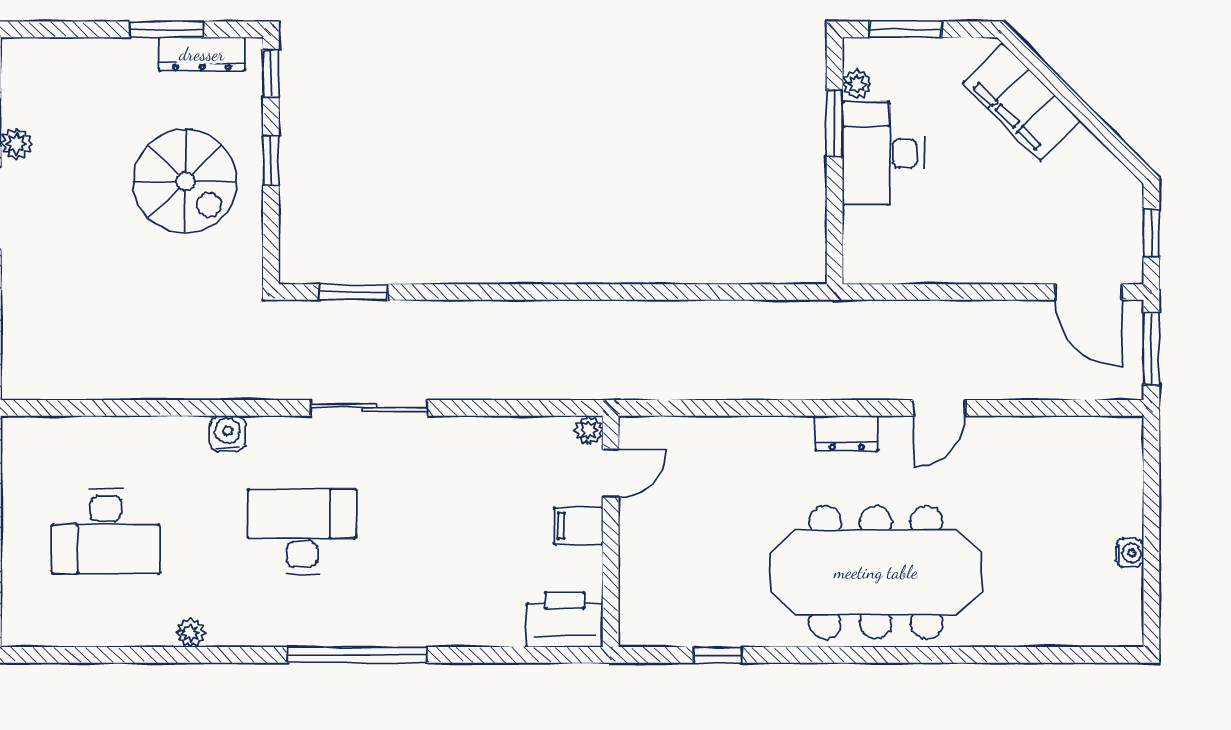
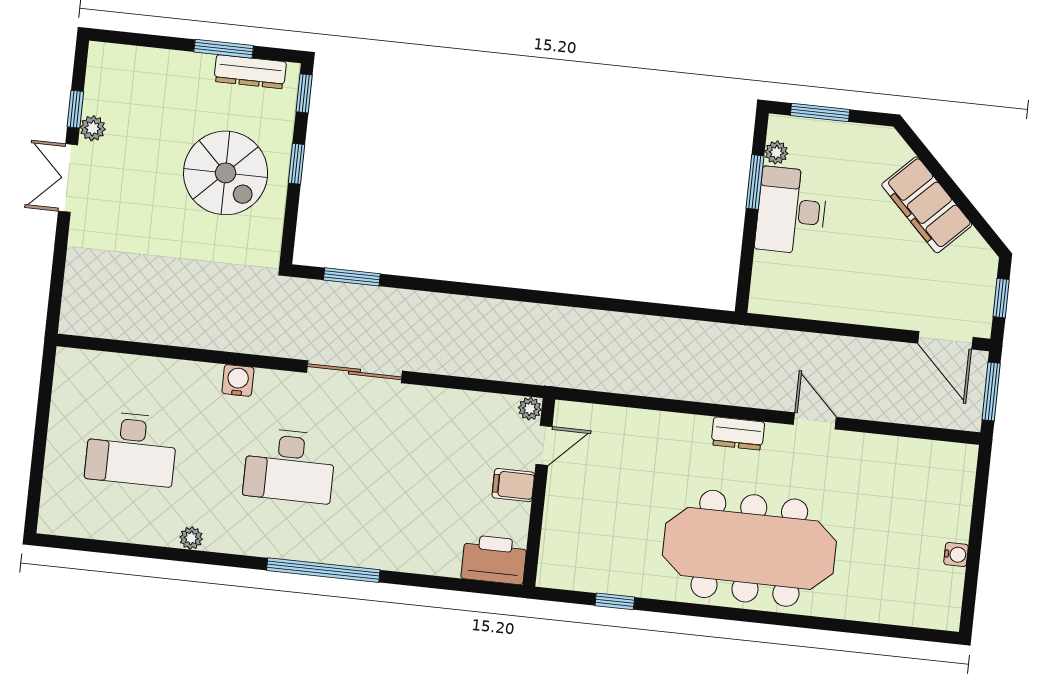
filing cabinet: (1021, 102) -> (927, 205), moved
door: (939, 408) -> (815, 421), swing flipped
desk: (302, 531) -> (290, 466), turned 180

